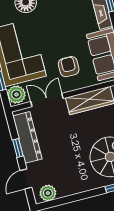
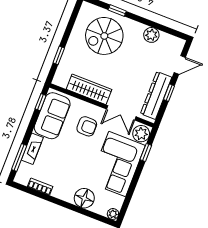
armchair: (69, 67) -> (87, 126), turned -90
plant: (48, 193) -> (151, 35), moved

